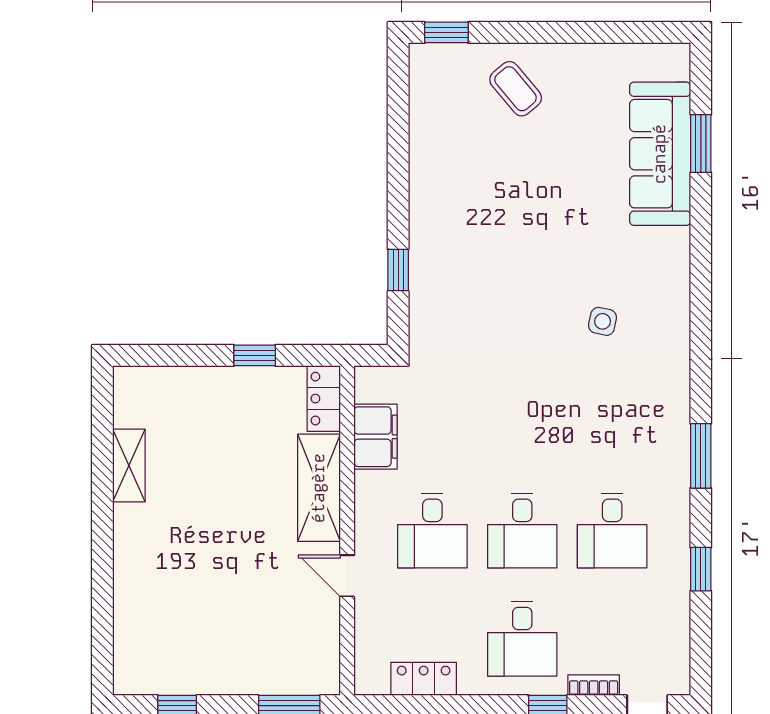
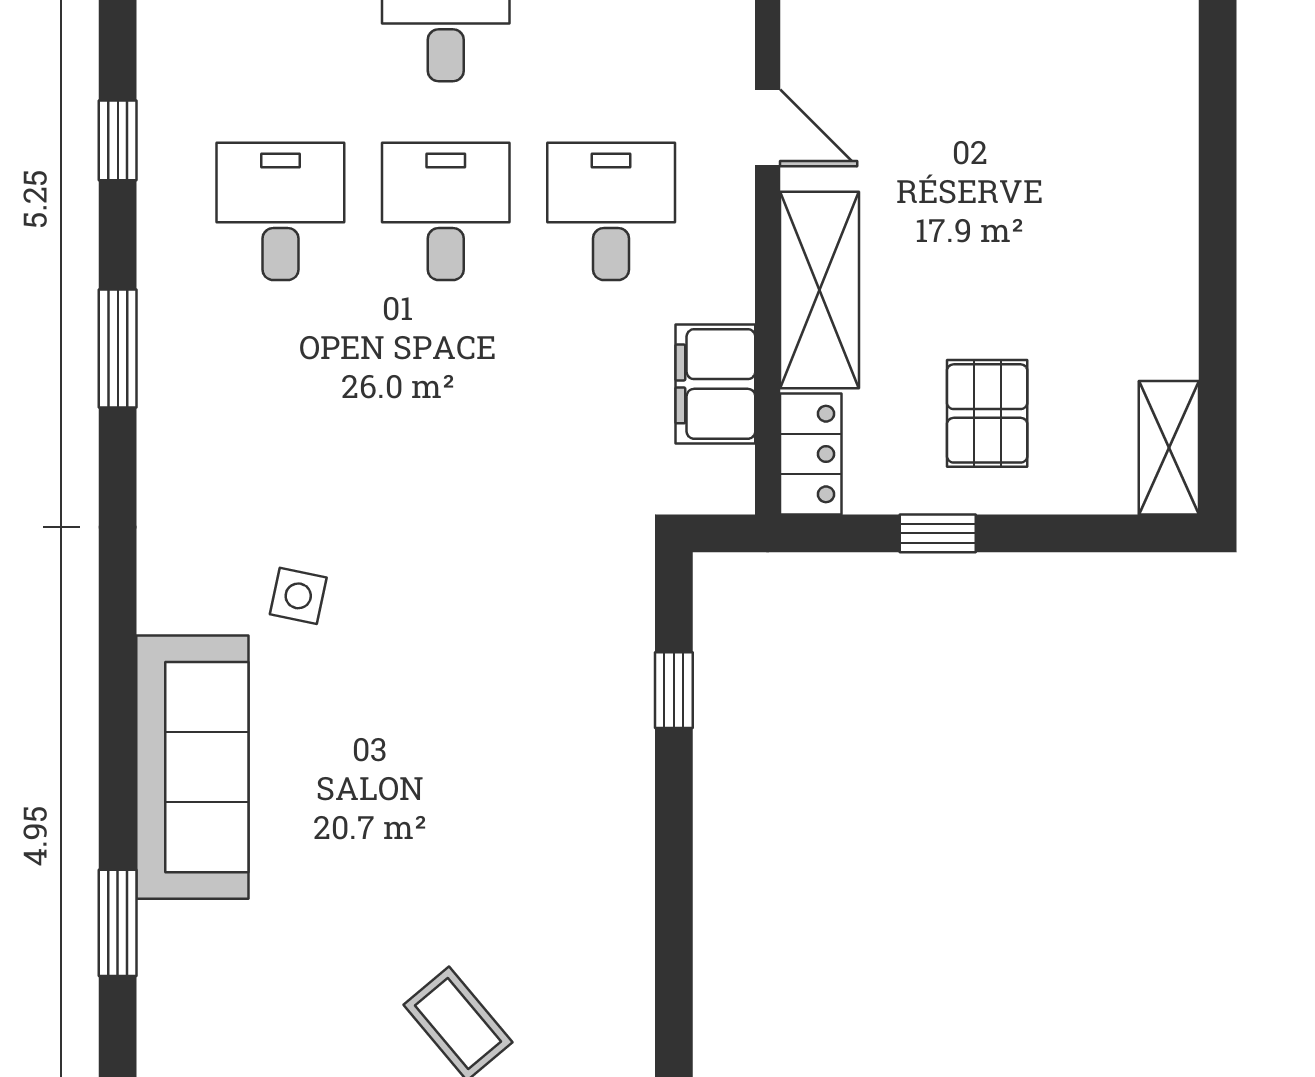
sofa: (660, 154) -> (192, 767), moved
pallet: (228, 421) -> (987, 413), added
shelving: (129, 465) -> (1169, 448), moved

